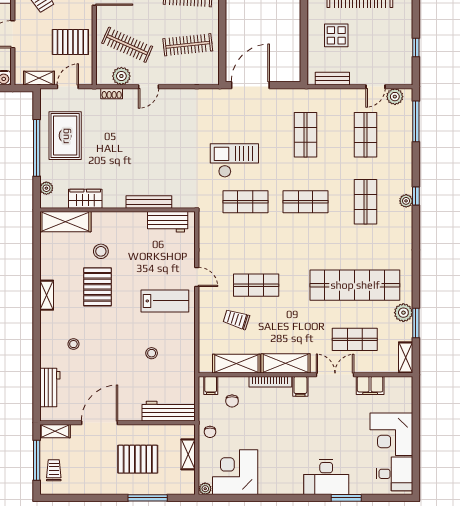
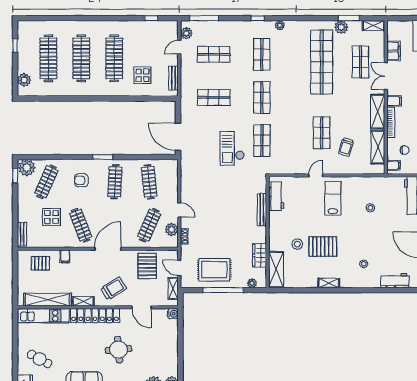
door: (375, 87) -> (179, 47), swing flipped
plant: (406, 201) -> (280, 25), moved
shop shelf: (366, 202) -> (262, 54), turned 90

